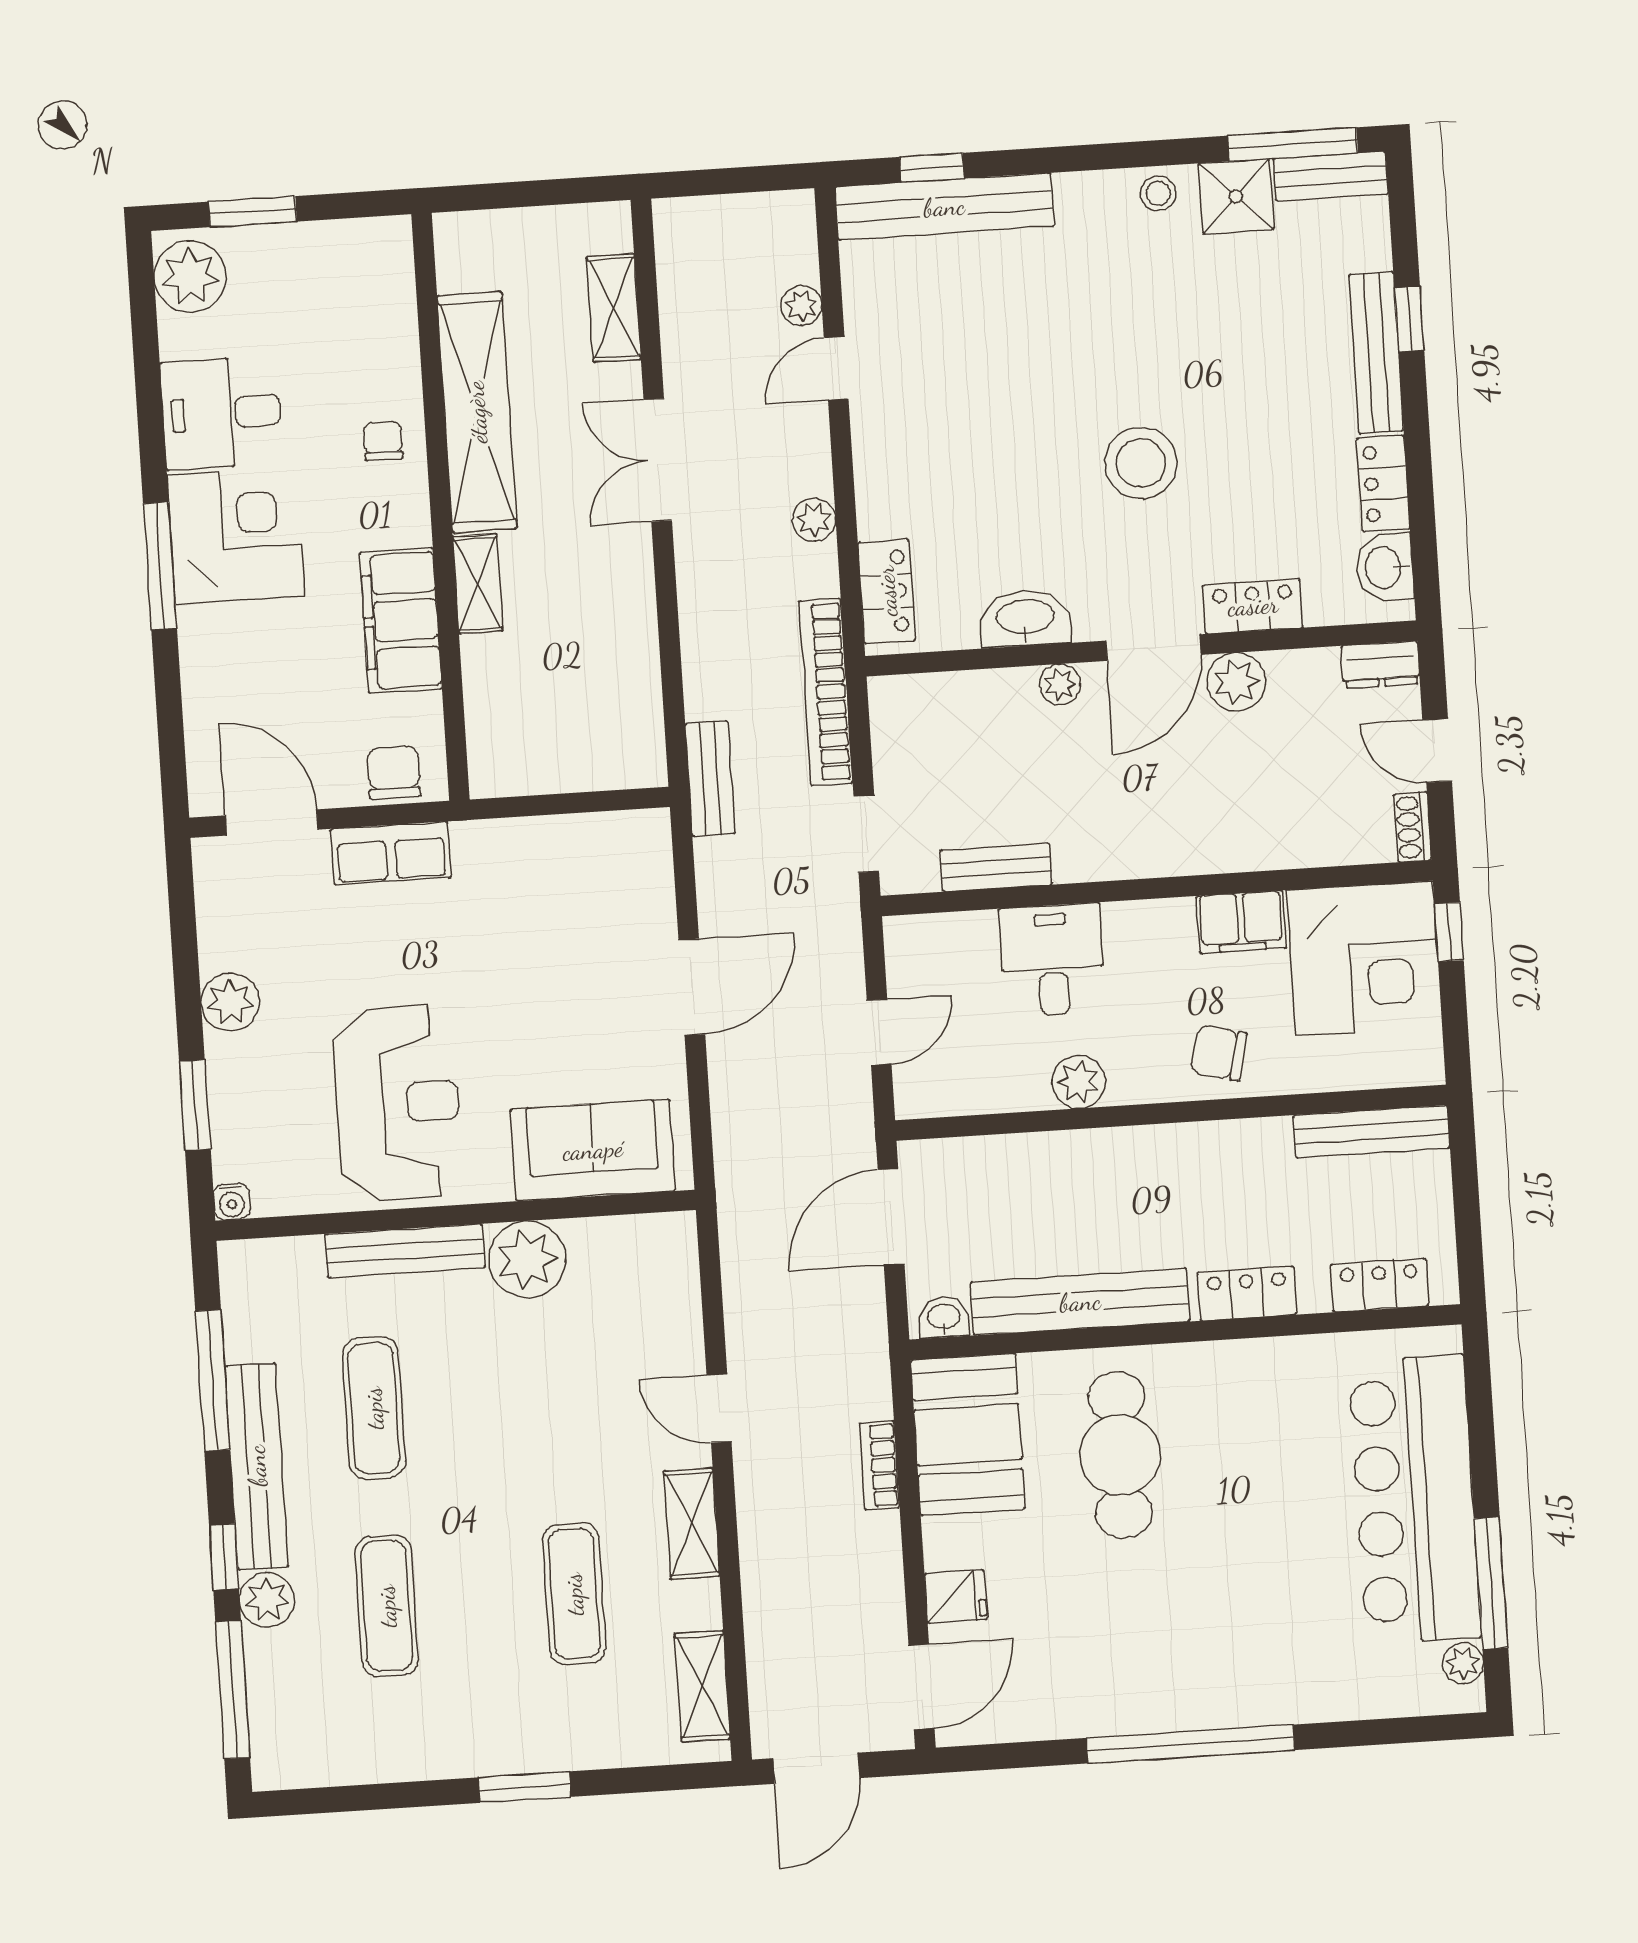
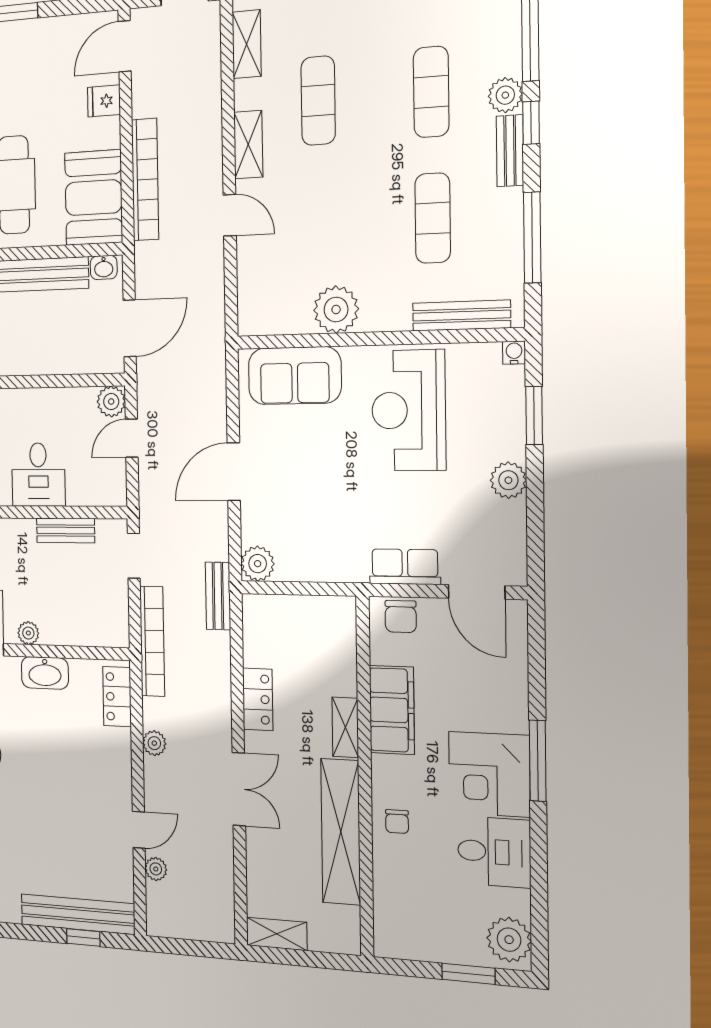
shelving: (614, 308) -> (277, 934), moved, turned 90
locker: (632, 614) -> (258, 699), added
plant: (642, 838) -> (258, 564), added
plant: (1079, 1082) -> (111, 401), moved
bench: (405, 1251) -> (461, 315), moved
bookcase: (879, 1465) -> (145, 179), width x2.31, depth x1.31
bench: (257, 1466) -> (510, 151), width x0.54, depth x0.82

